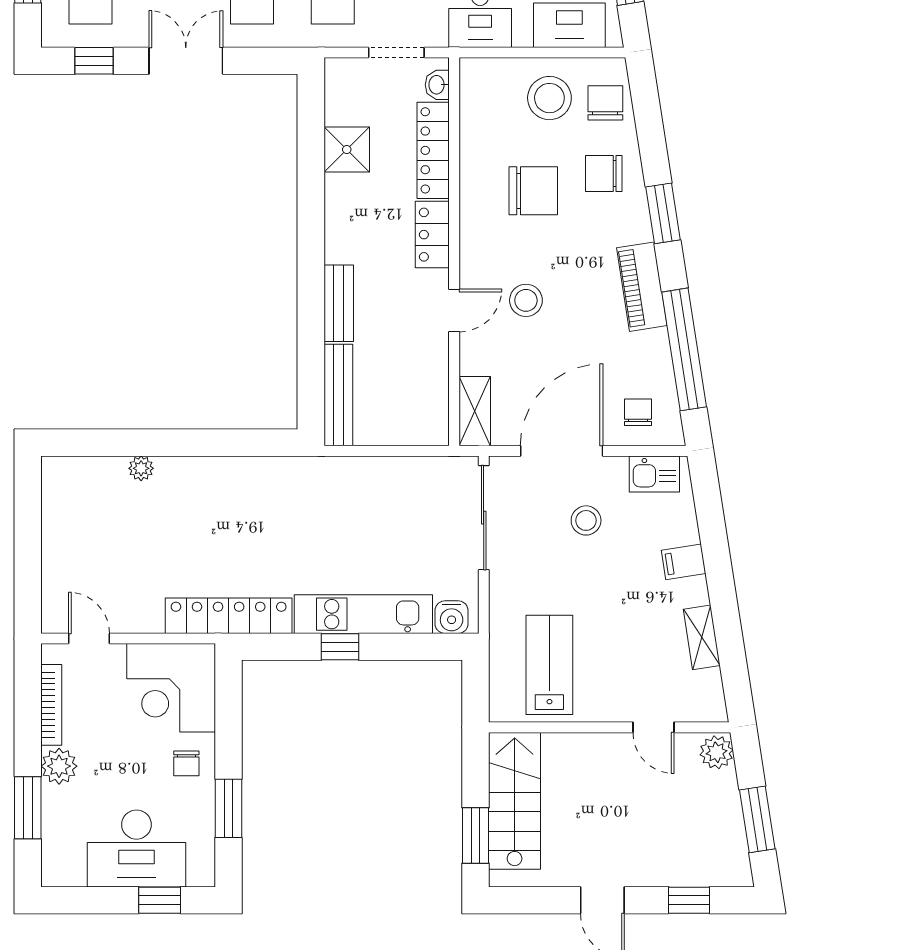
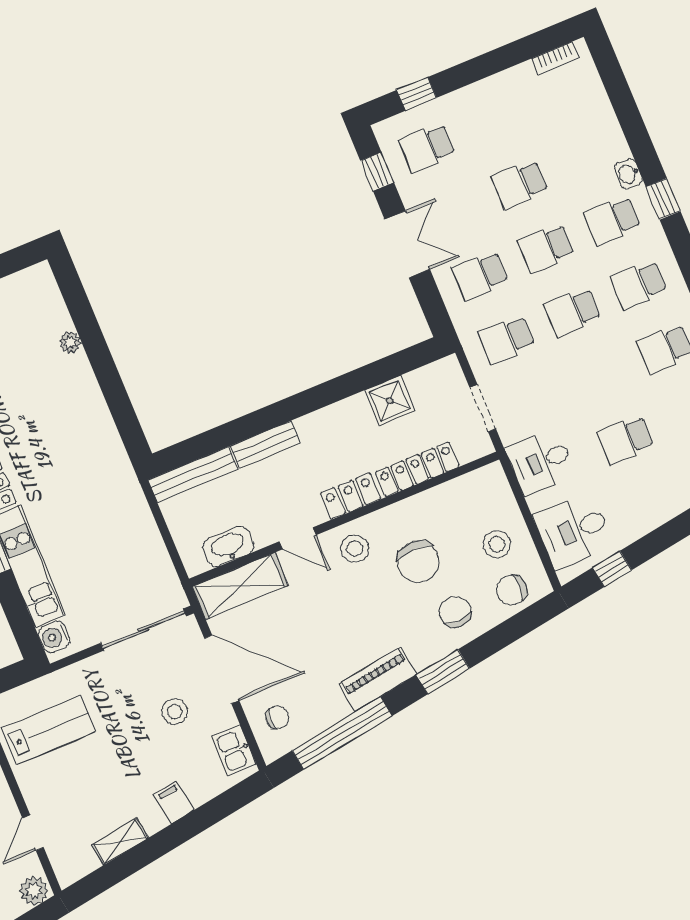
washbasin: (437, 85) -> (228, 546), moved, width x1.91, depth x1.45
stool: (549, 98) -> (497, 544), width x0.73, depth x0.73
chair: (605, 103) -> (511, 590), turned 180
stool: (526, 300) -> (355, 549), moved
shelving: (475, 411) -> (240, 586), width x1.50, depth x1.33

